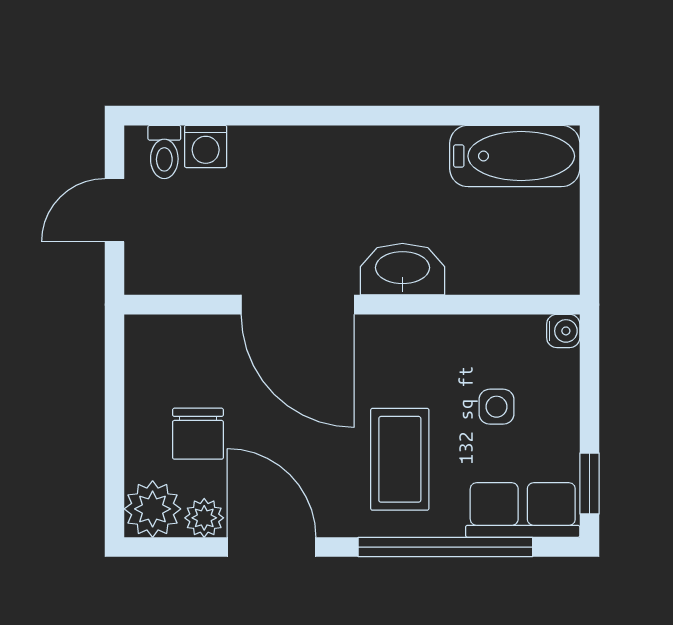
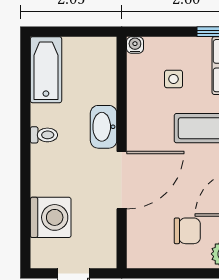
washing machine: (206, 146) -> (51, 217), width x1.89, depth x1.89
toilet: (164, 152) -> (44, 135), moved

